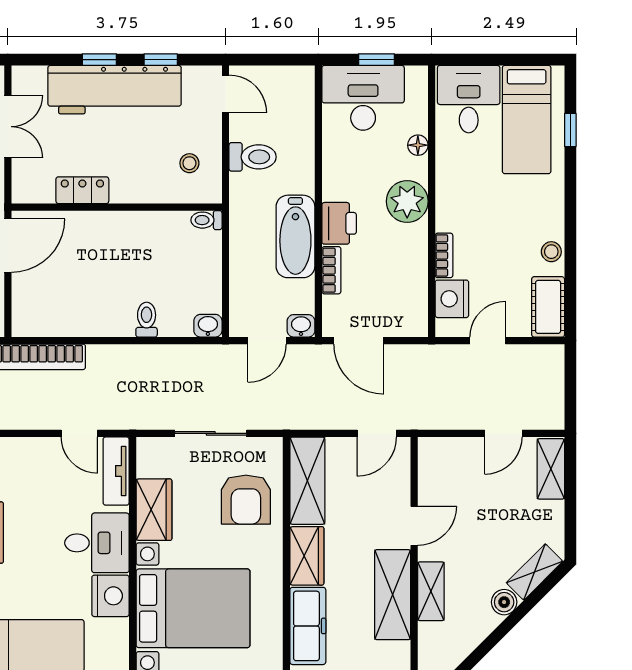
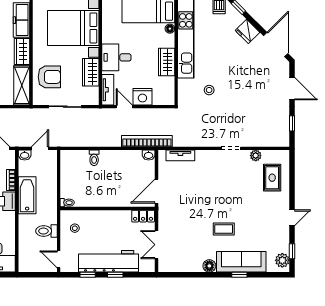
locker: (82, 190) -> (143, 216), moved
washbasin: (208, 326) -> (149, 155), moved
armchair: (246, 500) -> (49, 77), turned 90
nightstand: (110, 596) -> (142, 97), moved, turned -90

